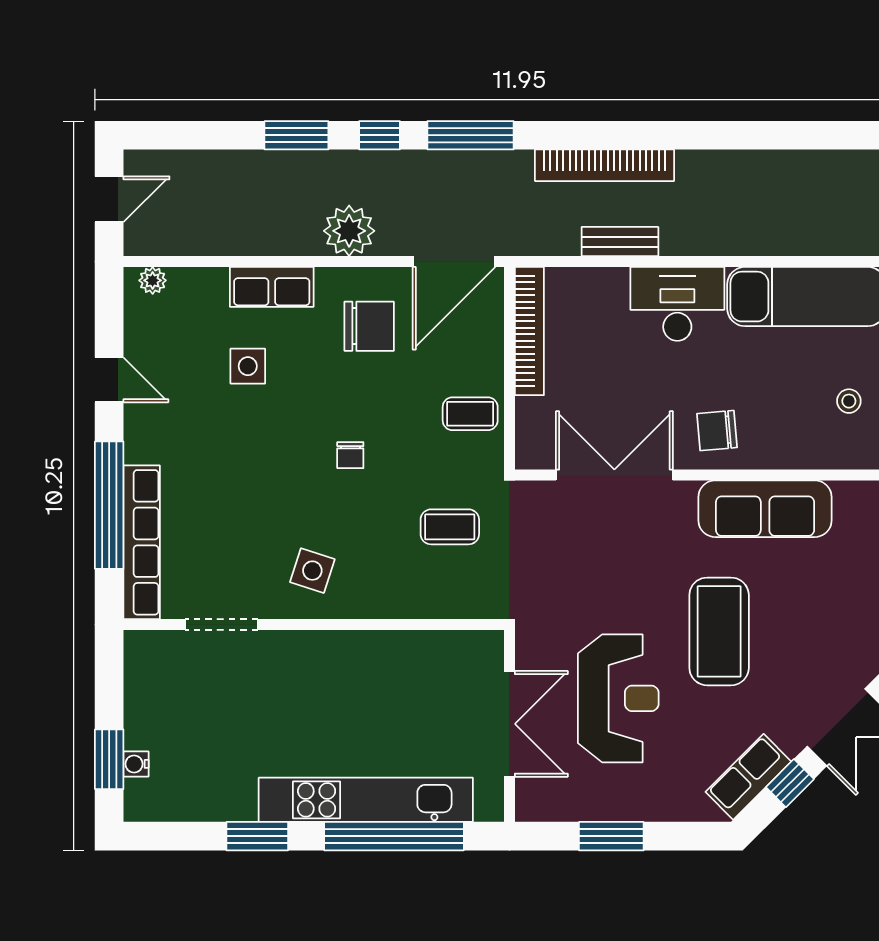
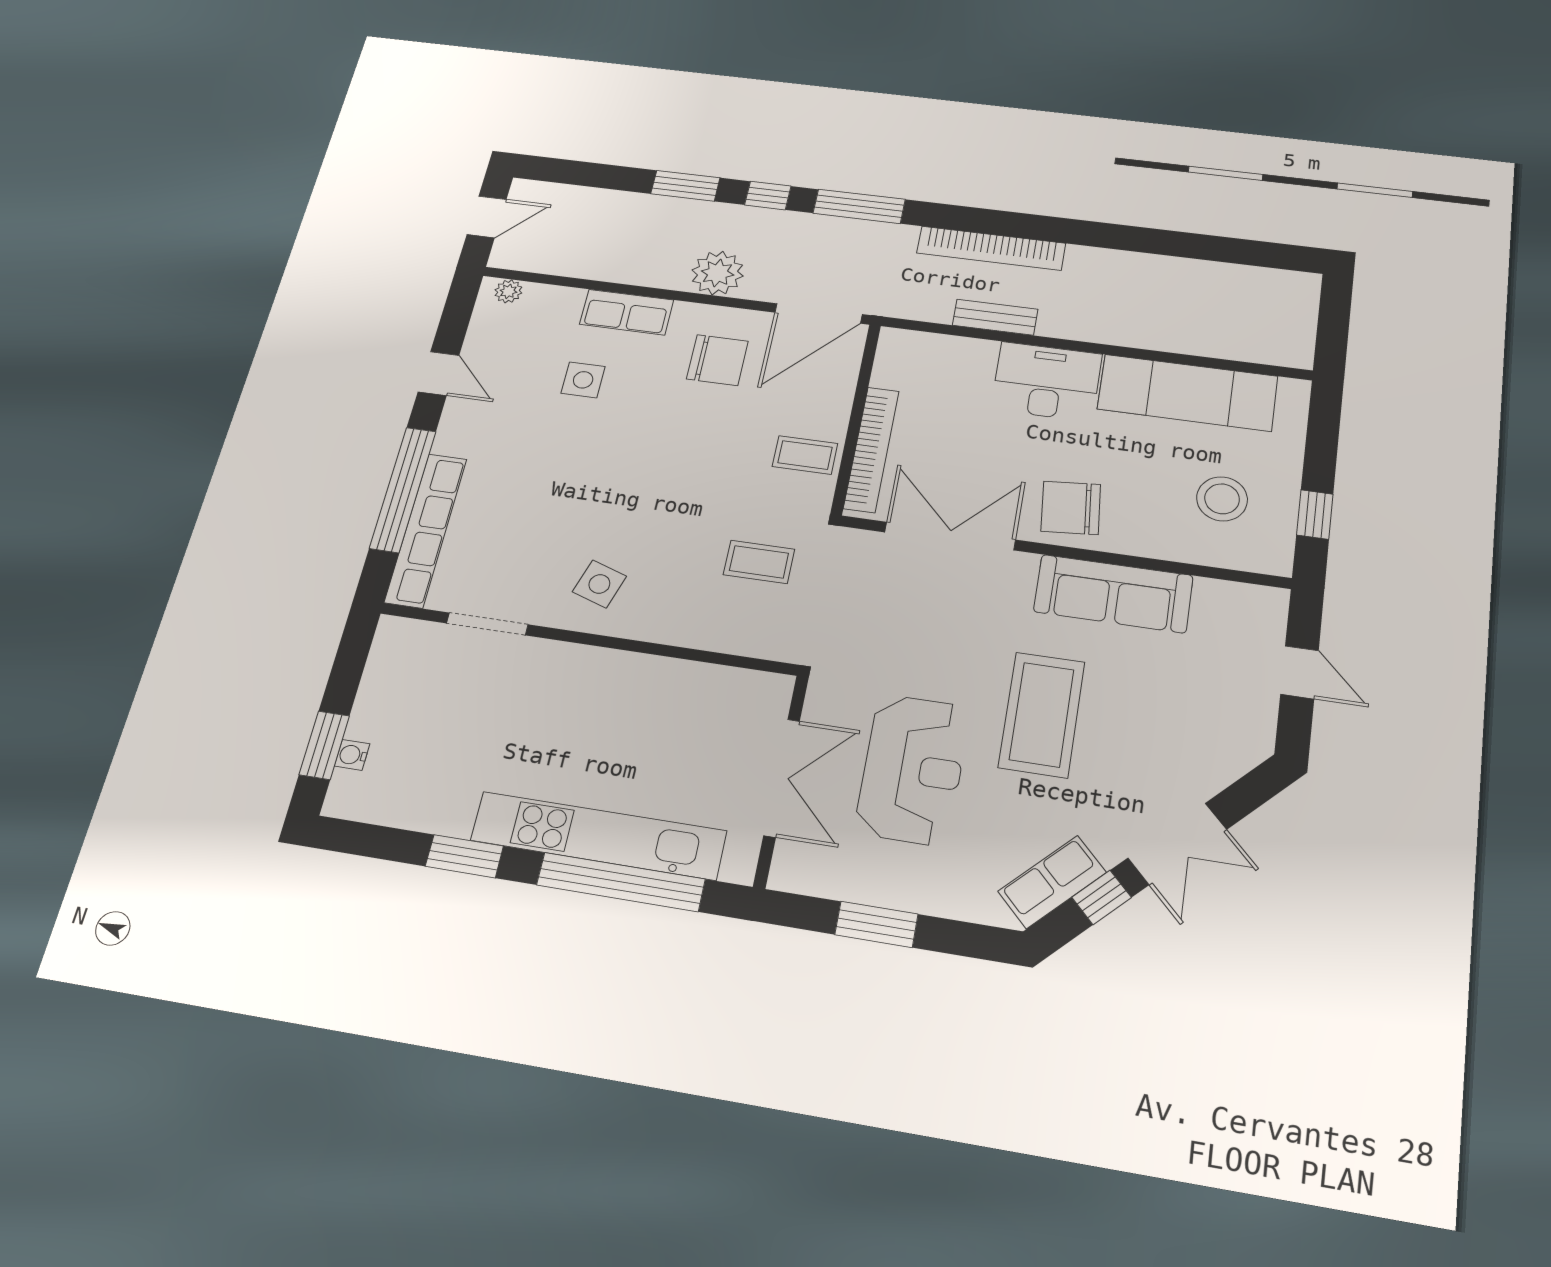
bookcase: (529, 331) -> (871, 449), moved
stool: (849, 401) -> (1222, 499), width x1.89, depth x1.89
chair: (717, 431) -> (1071, 508), width x1.37, depth x1.37
chair: (350, 455) -> (668, 477), removed

